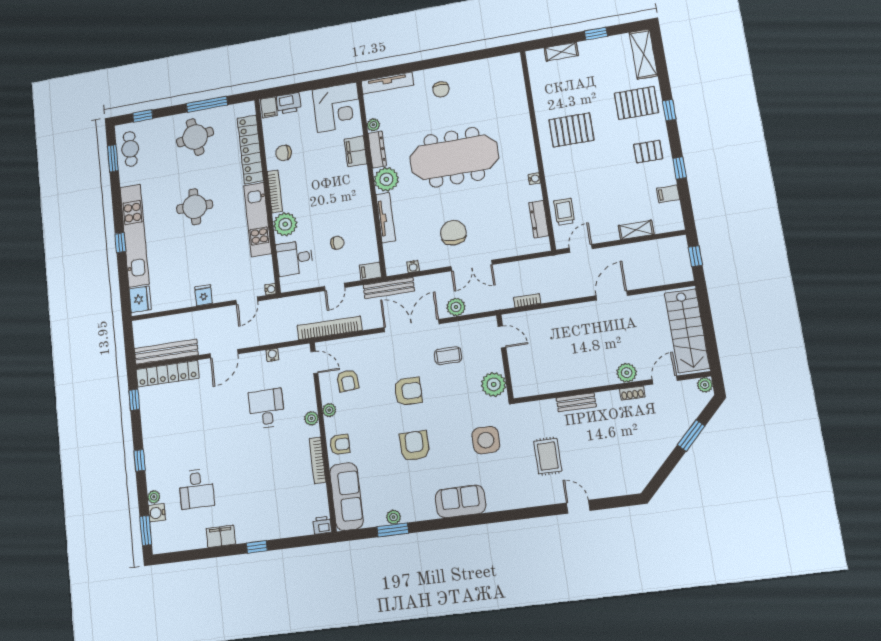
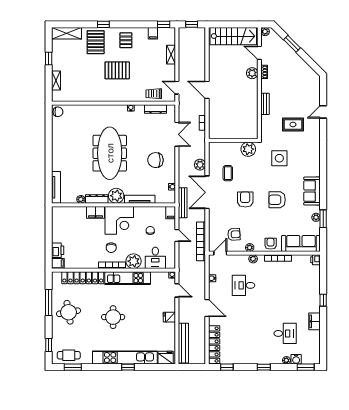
chair: (441, 89) -> (58, 112), moved
corner desk: (337, 107) -> (119, 220), moved, turned 90
pallet: (571, 130) -> (117, 70), moved, turned 90
chair: (284, 153) -> (111, 248), moved
window: (680, 168) -> (164, 24), moved
double door: (472, 266) -> (177, 134), moved
door: (612, 296) -> (207, 90), moved
door: (502, 337) -> (221, 140), removed
bench: (166, 352) -> (183, 343), moved
sofa: (460, 501) -> (312, 191), moved

